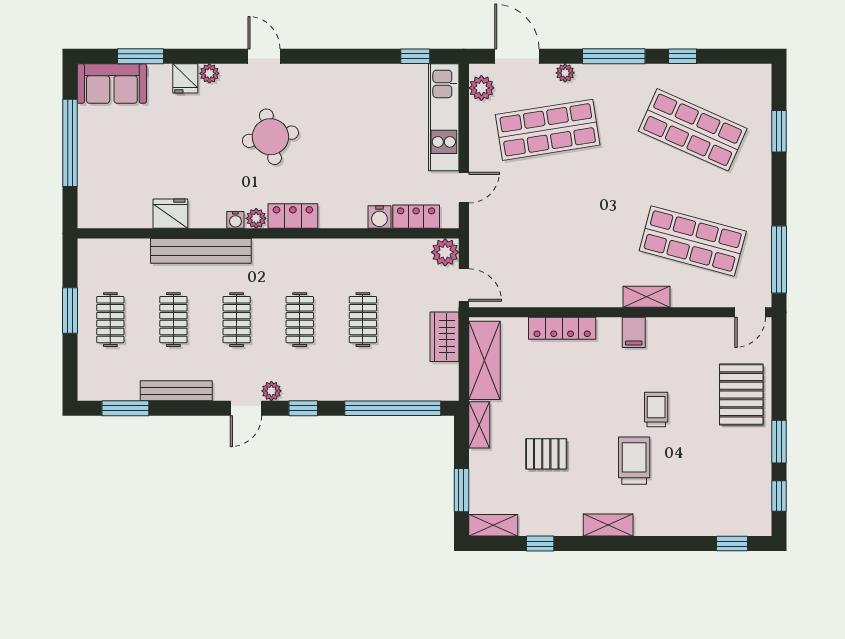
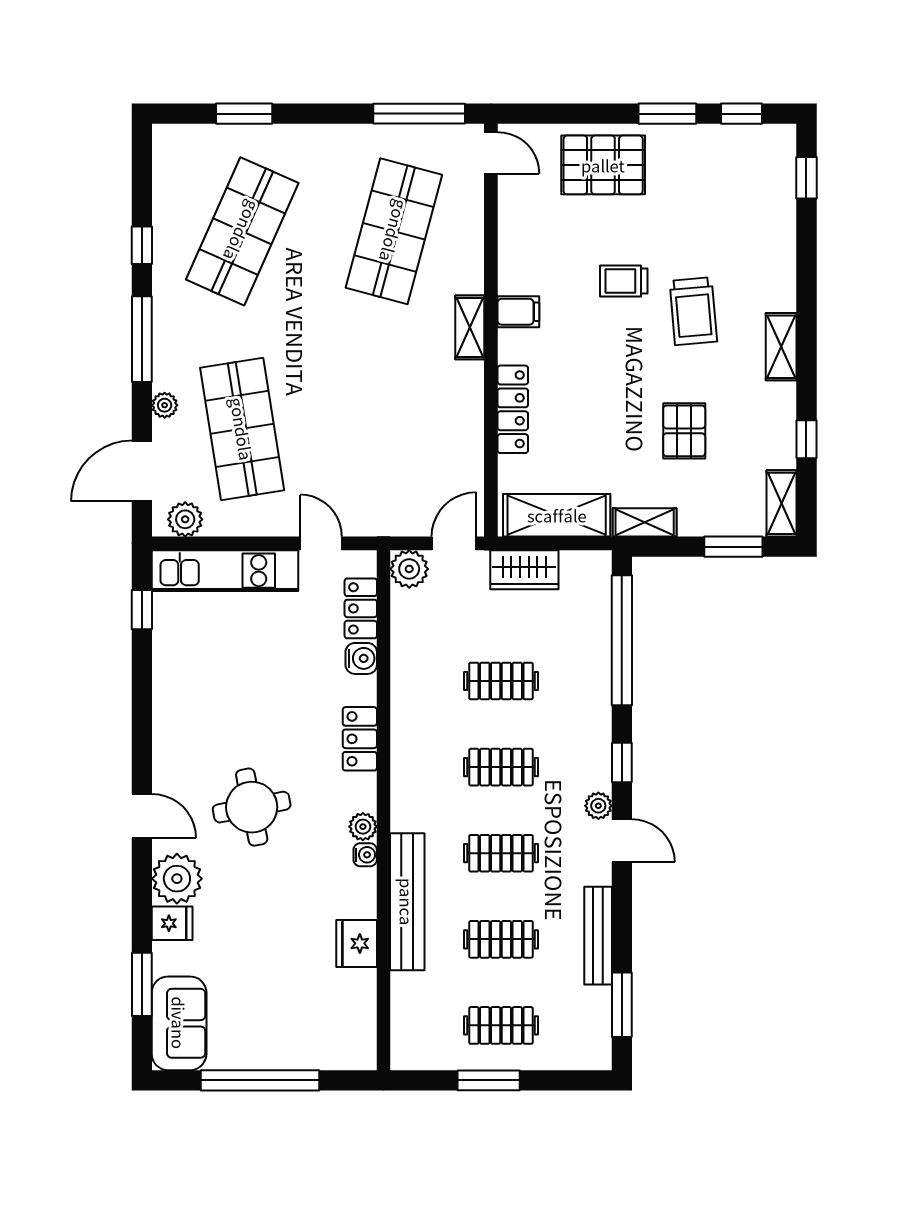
door: (264, 56) -> (142, 816), swing flipped
plant: (209, 73) -> (177, 879), width x1.87, depth x1.87
locker: (293, 216) -> (360, 739), moved
shelving: (647, 297) -> (470, 327), moved
trolley: (634, 461) -> (693, 311), turned -95

